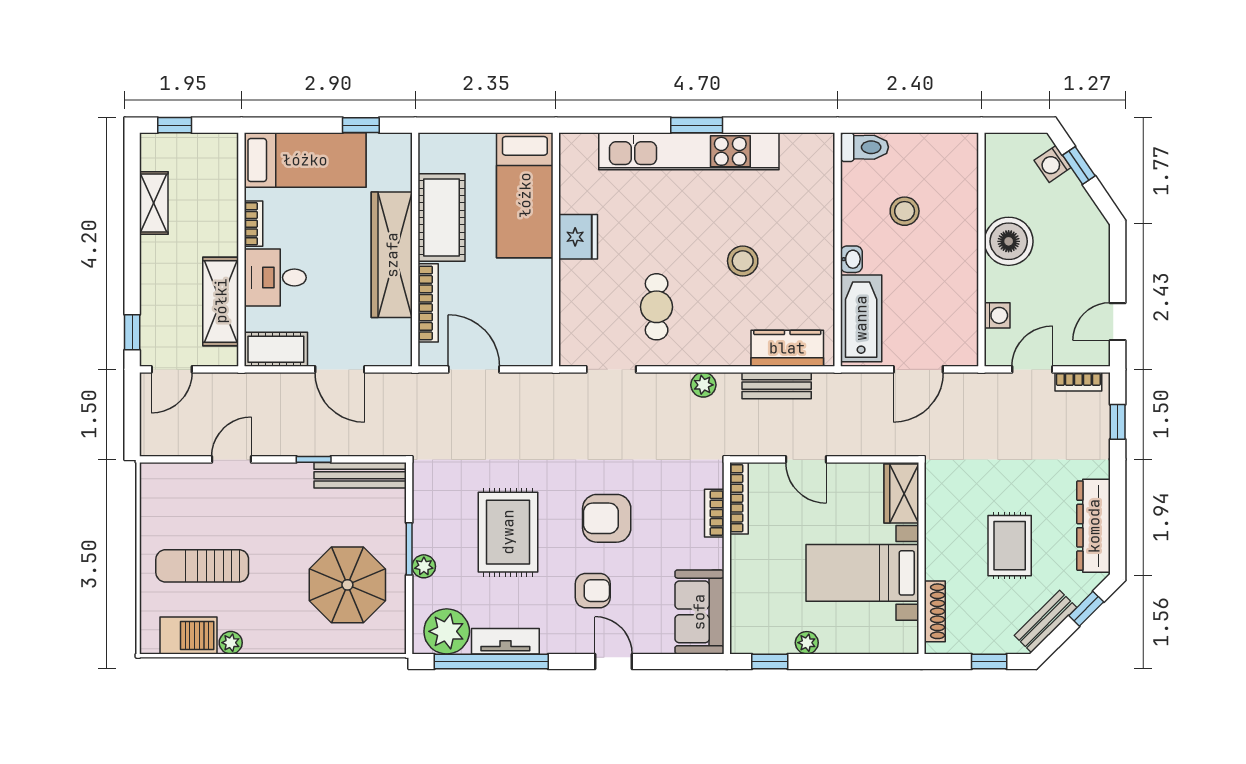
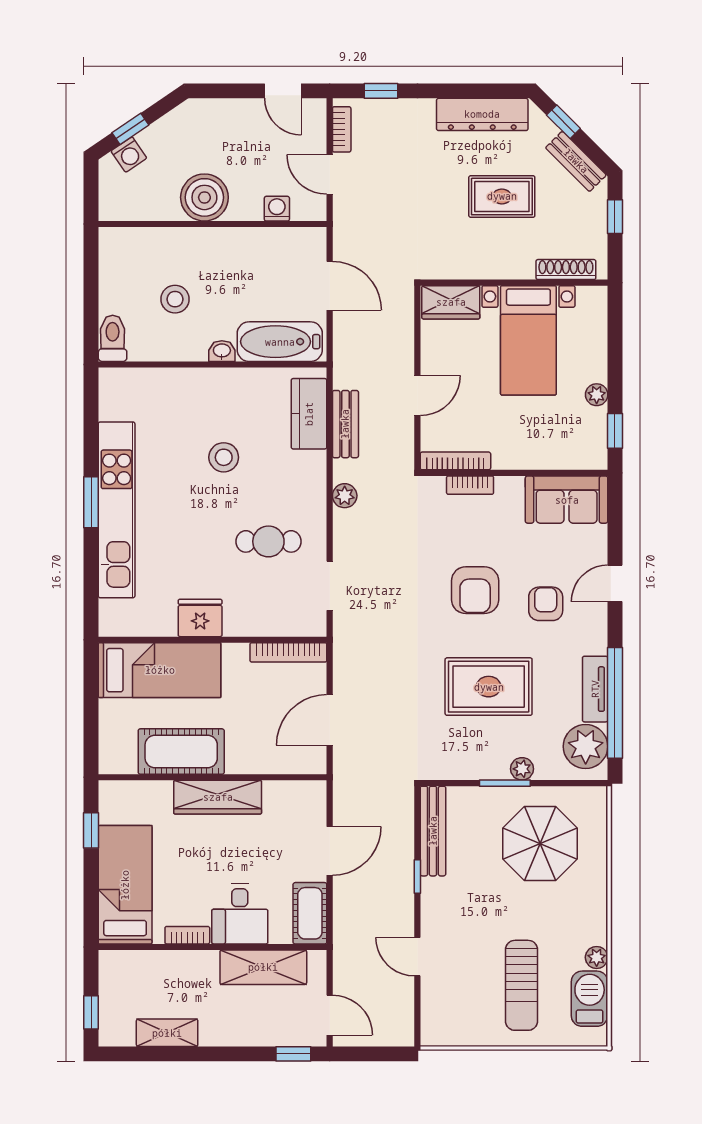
wardrobe: (392, 255) -> (218, 797), width x0.71, depth x0.85
bookcase: (428, 303) -> (288, 652), moved, turned 180

